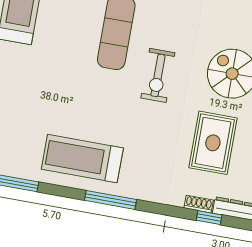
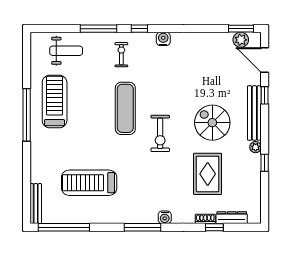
treadmill: (82, 159) -> (89, 183), moved
water cooler: (143, 192) -> (165, 217), added

